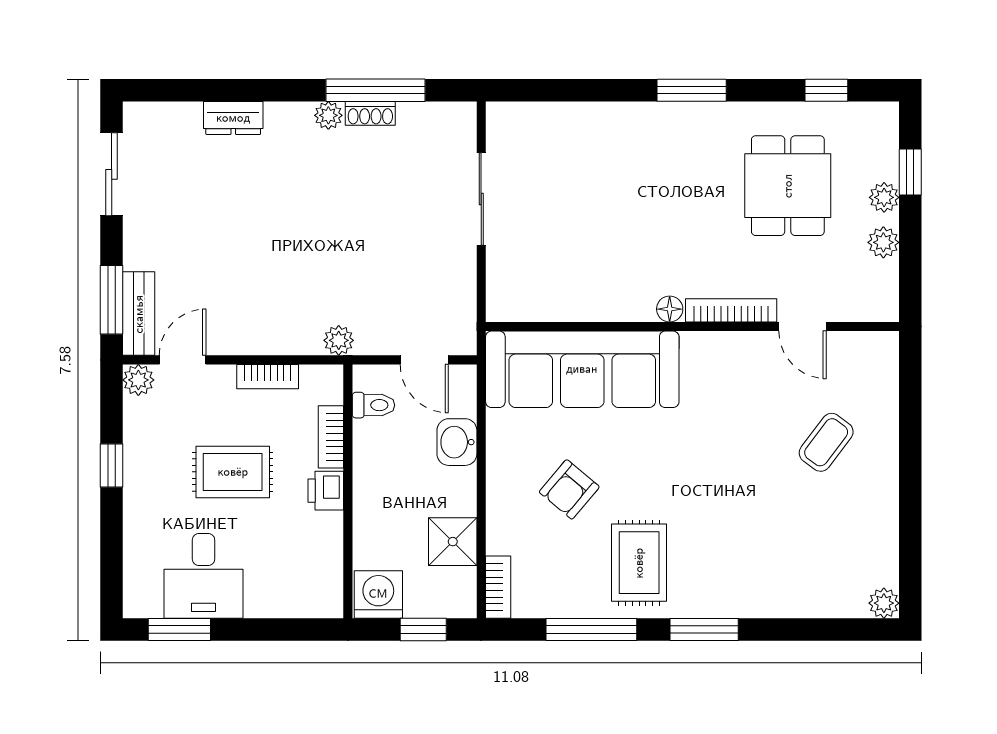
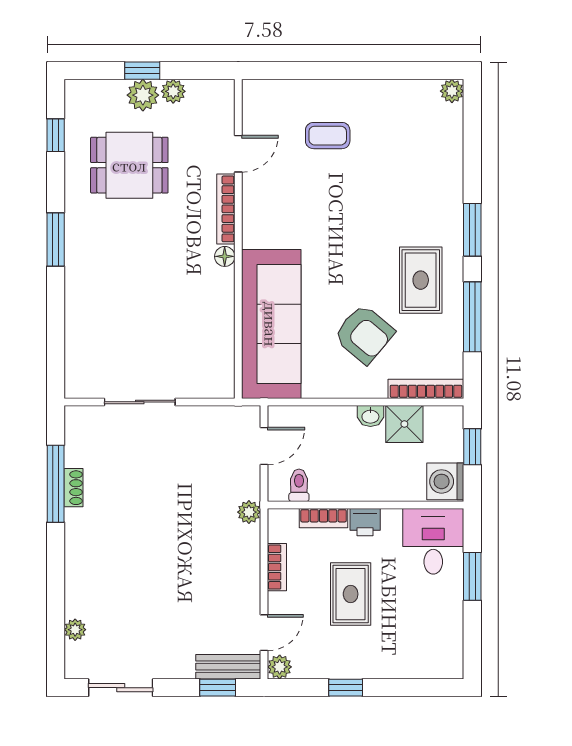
plant: (328, 115) -> (75, 630), moved
dresser: (233, 118) -> (77, 594), removed
window: (910, 172) -> (142, 71), moved
plant: (884, 197) -> (143, 95), width x1.38, depth x1.38
window: (112, 300) -> (218, 688), width x0.67
door: (183, 360) -> (264, 633), swing flipped
washbasin: (457, 442) -> (370, 416), moved, width x0.72, depth x0.69
coffee table: (826, 442) -> (328, 136), turned -37
armchair: (569, 489) -> (364, 334), width x1.38, depth x1.38
rug: (639, 563) -> (421, 280), turned 90
desk: (204, 576) -> (433, 541), moved, turned -90
bookcase: (498, 587) -> (426, 389), width x1.56
window: (179, 630) -> (472, 576), moved

